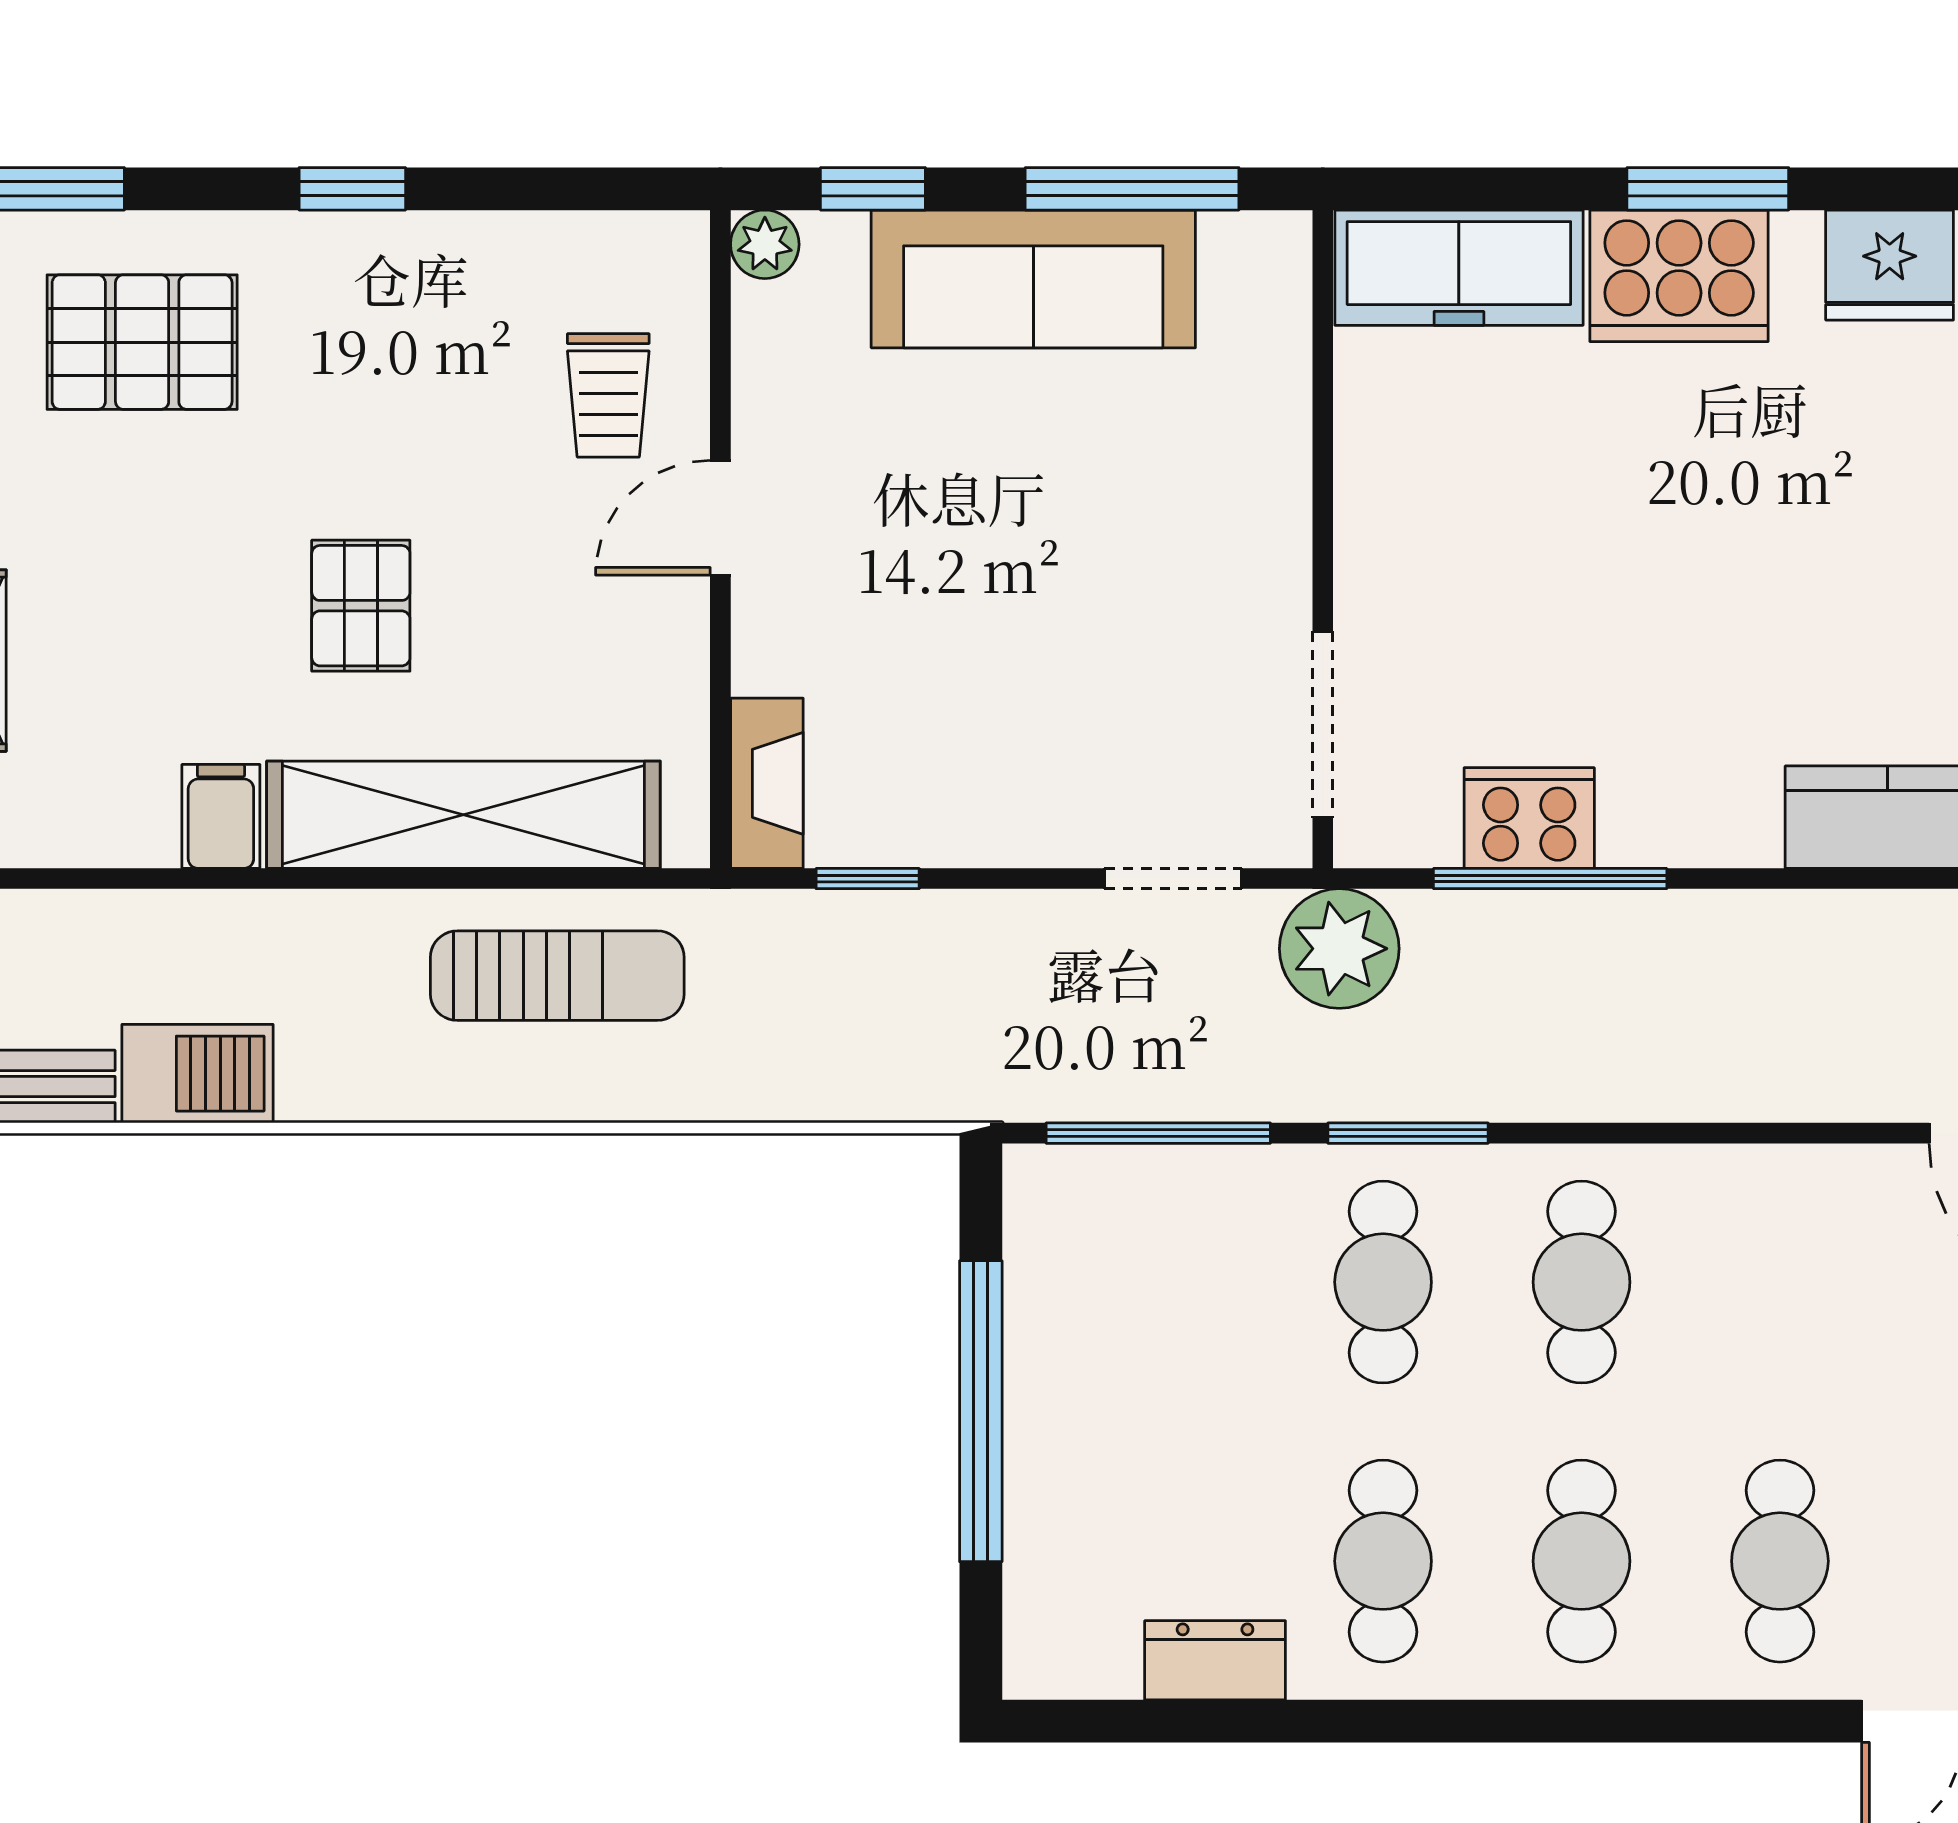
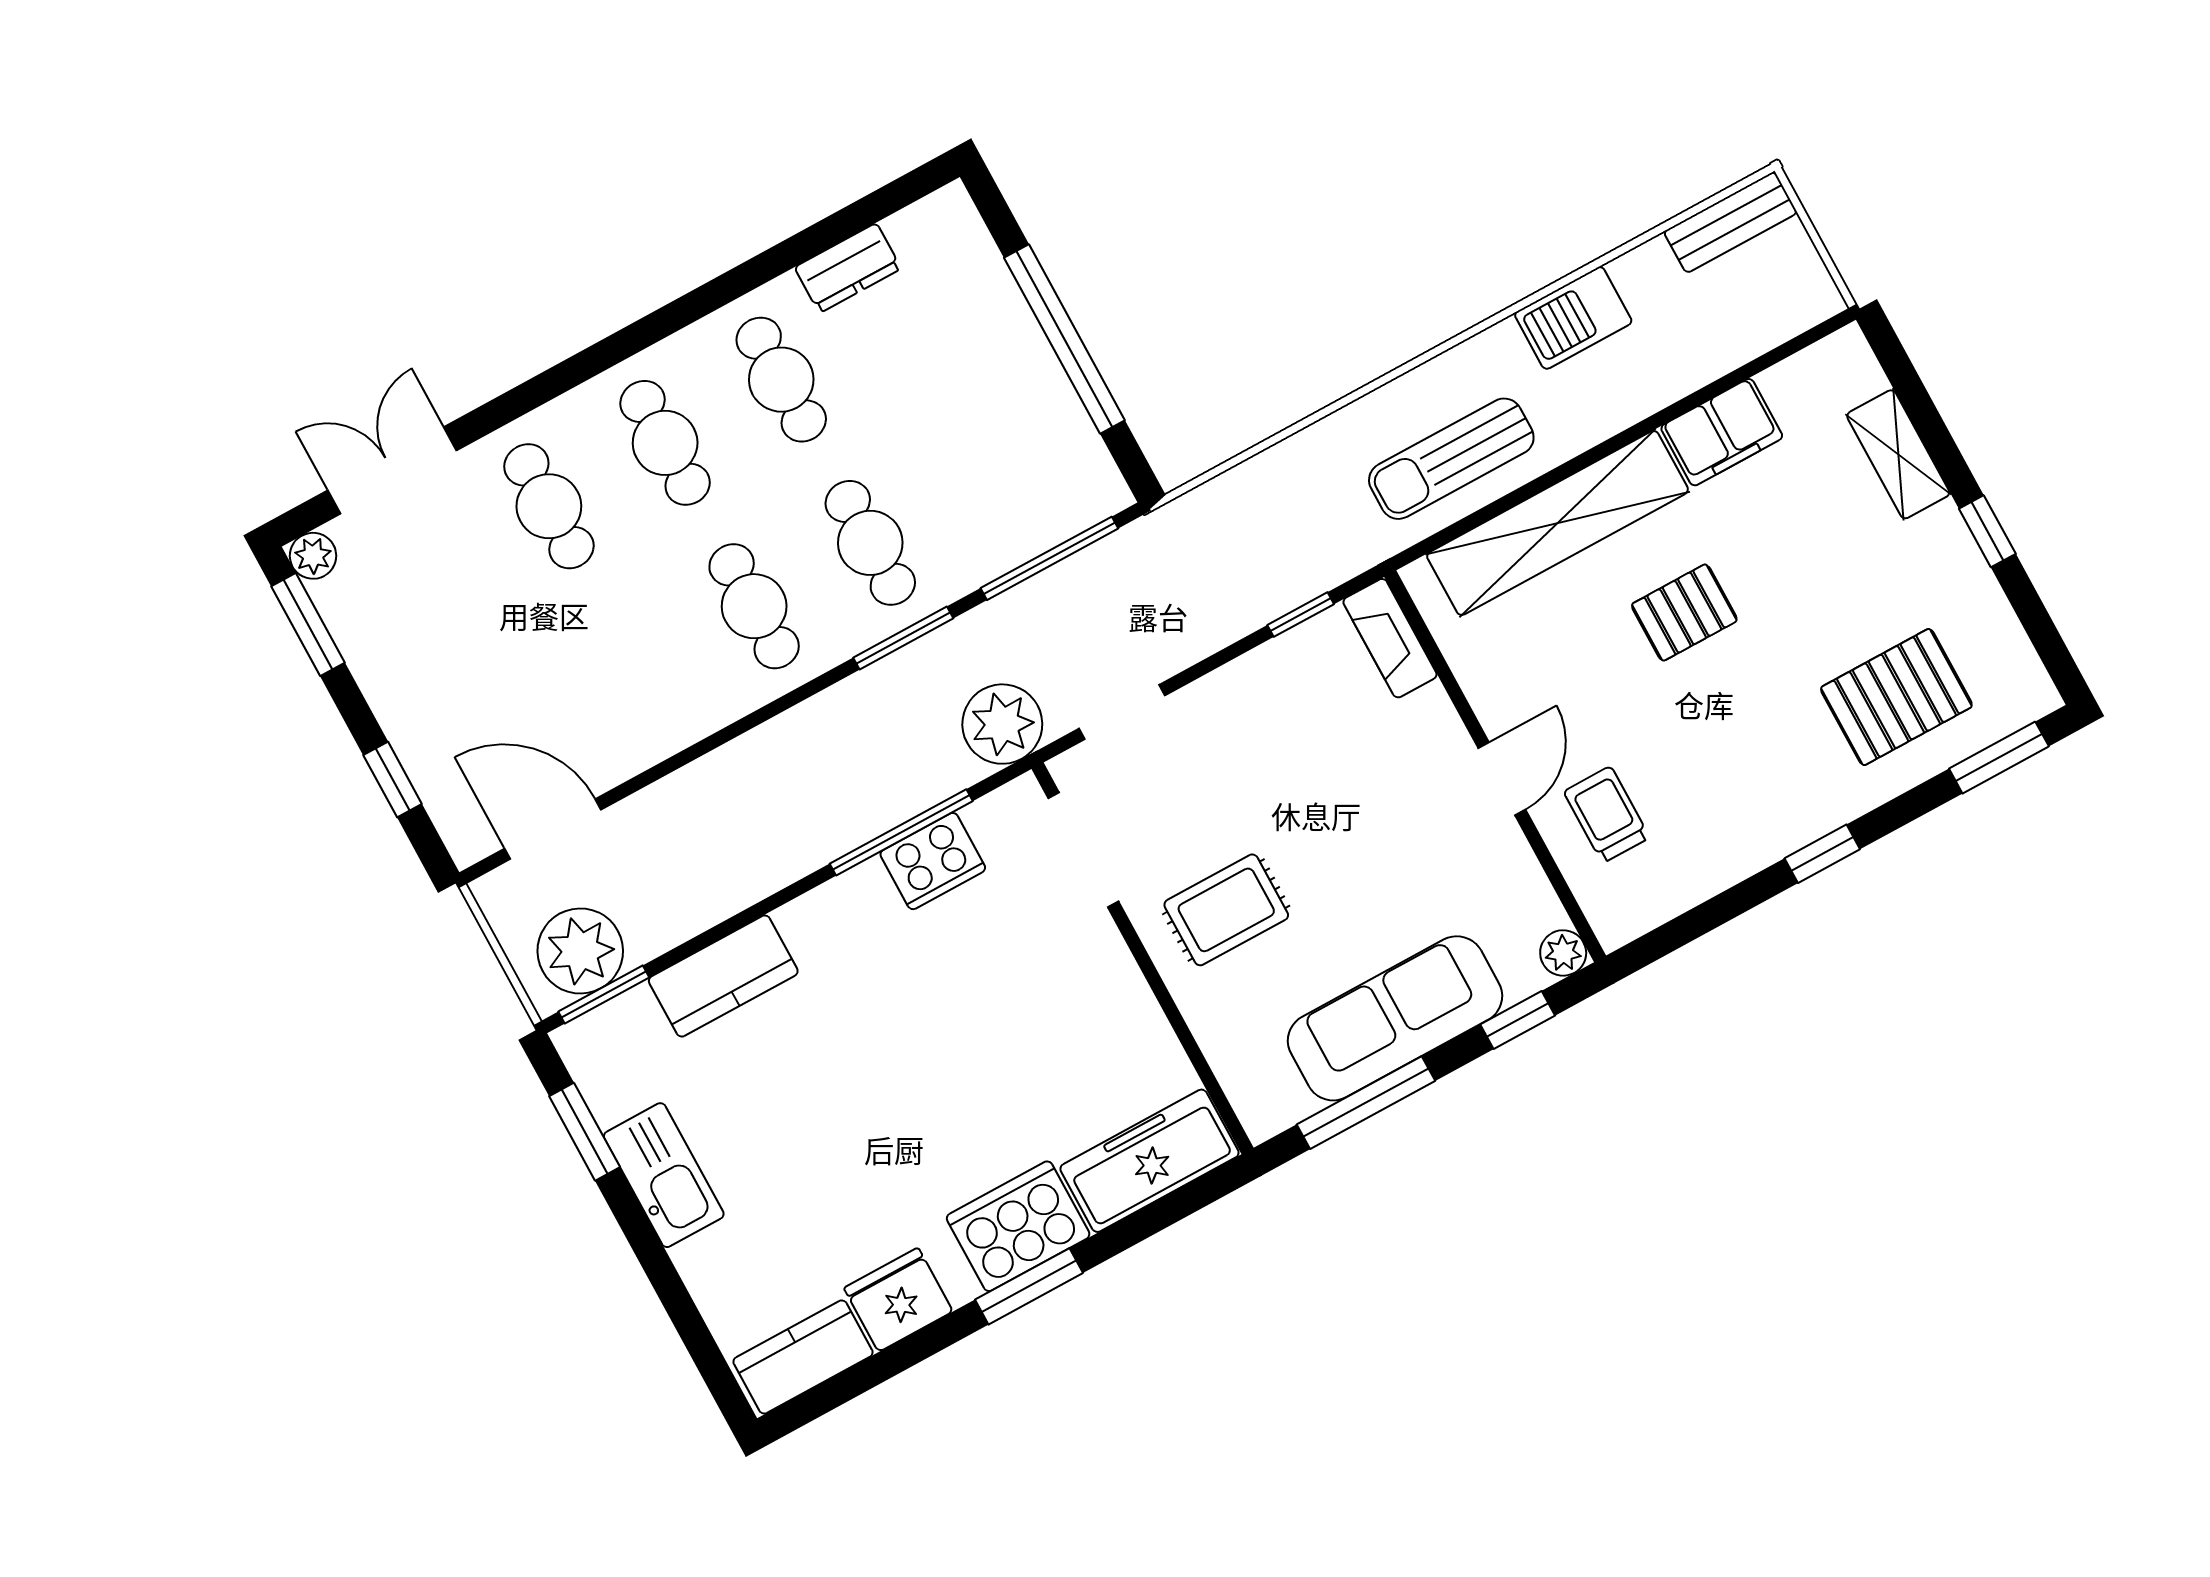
rug: (1178, 543) -> (1226, 910), added
pallet: (361, 606) -> (1684, 613), turned 90
filing cabinet: (221, 816) -> (1722, 432), width x2.00
barbecue: (197, 1074) -> (1573, 318), moved

